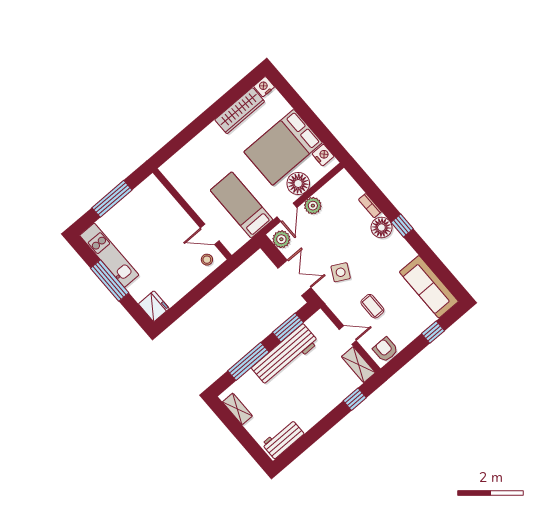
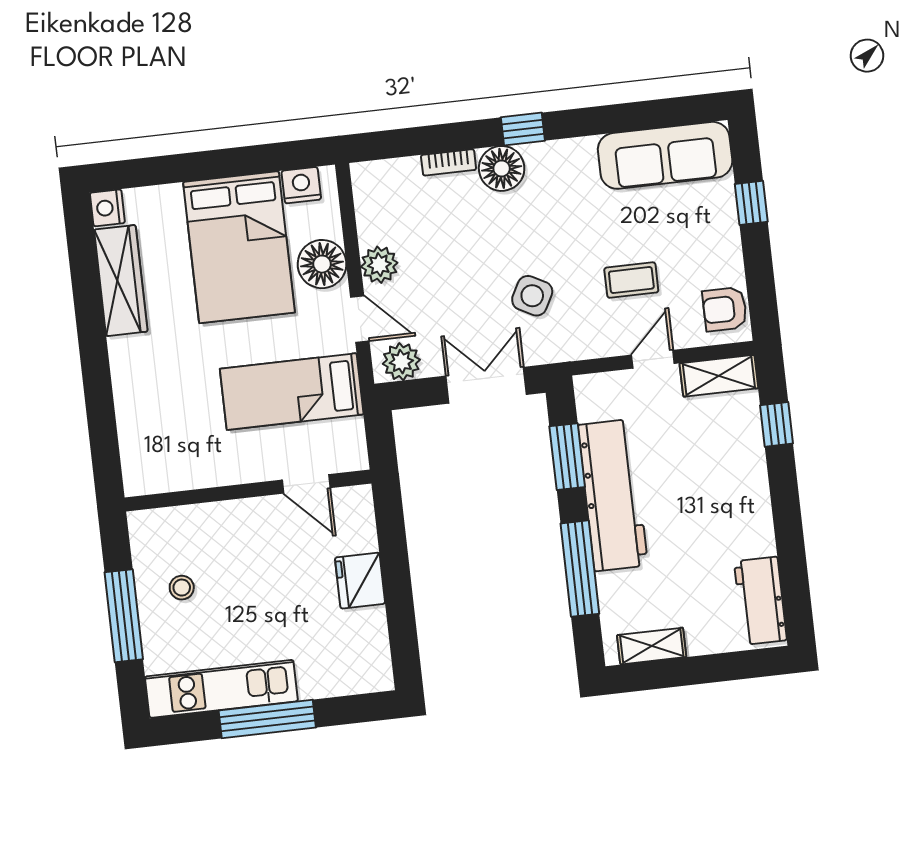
door: (210, 234) -> (306, 484), hinge flipped
stool: (207, 260) -> (182, 588), moved
fridge: (154, 306) -> (360, 581), moved, turned -90

